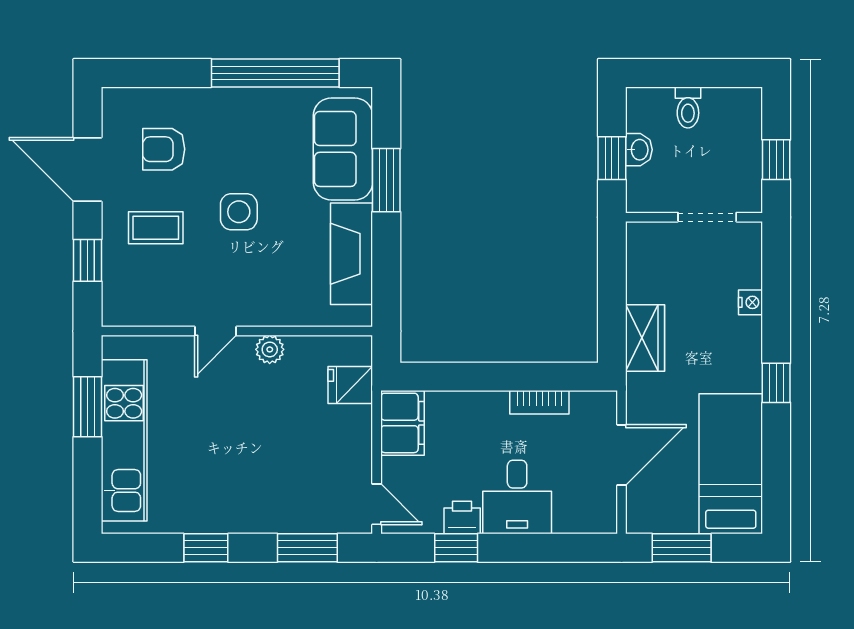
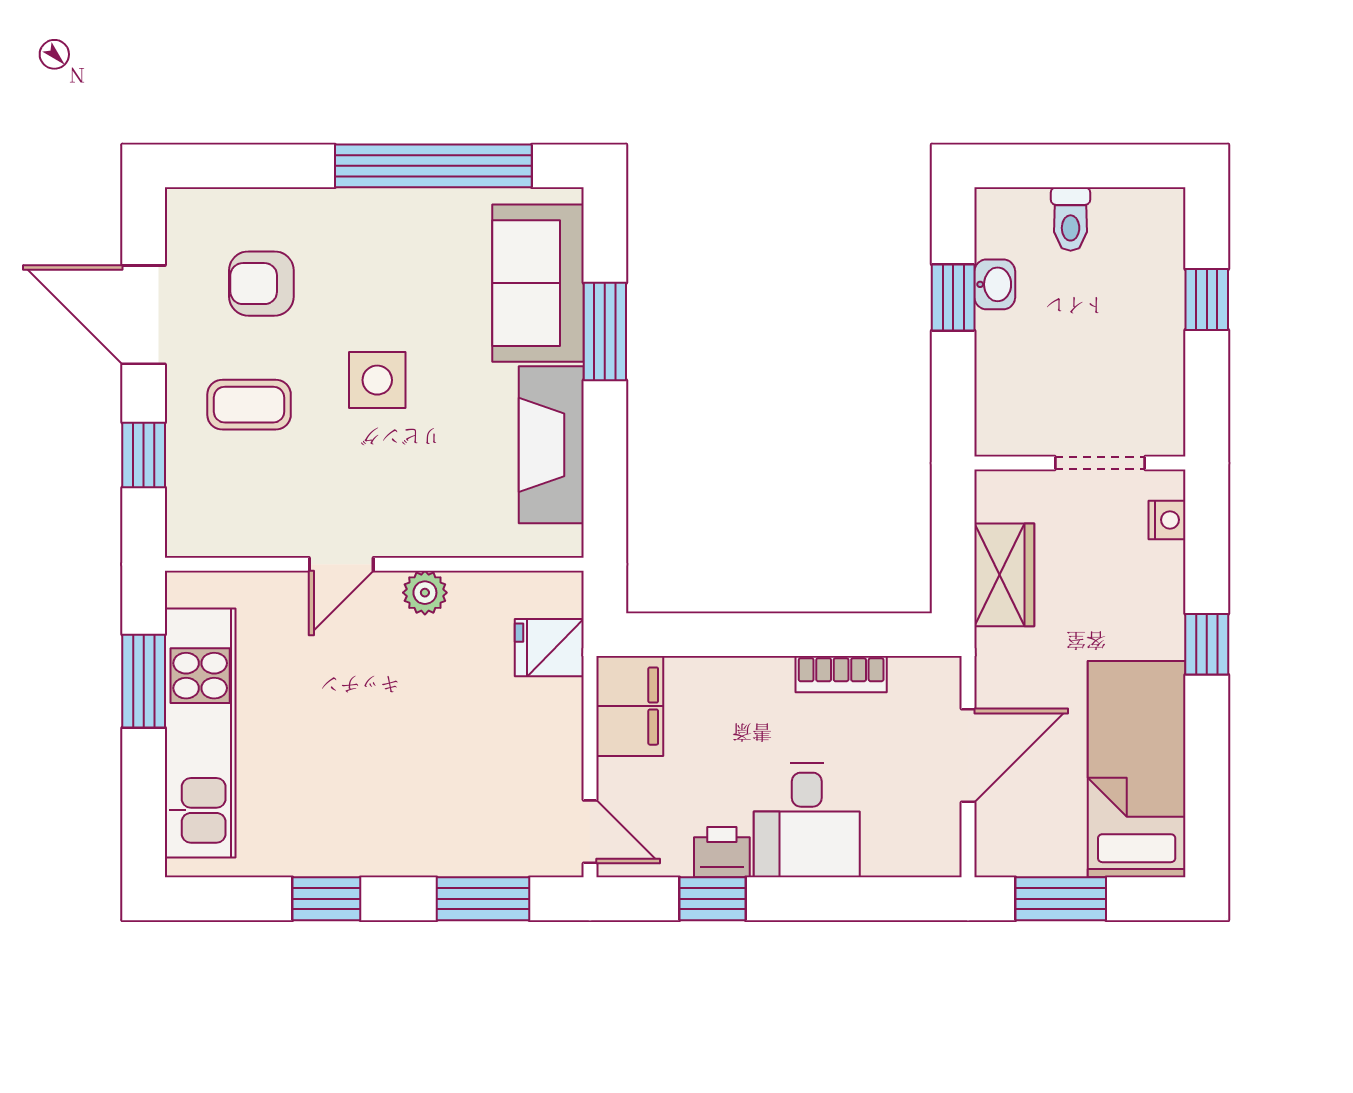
wall: (694, 217) -> (1080, 463), moved
doorway: (707, 217) -> (1100, 463), moved

